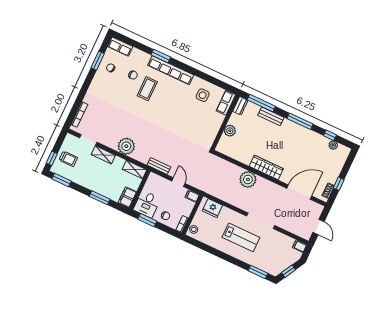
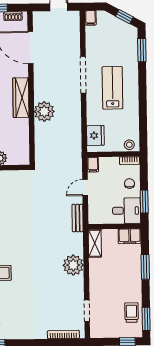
shelving: (103, 155) -> (95, 286), removed
trolley: (68, 159) -> (131, 313), moved

